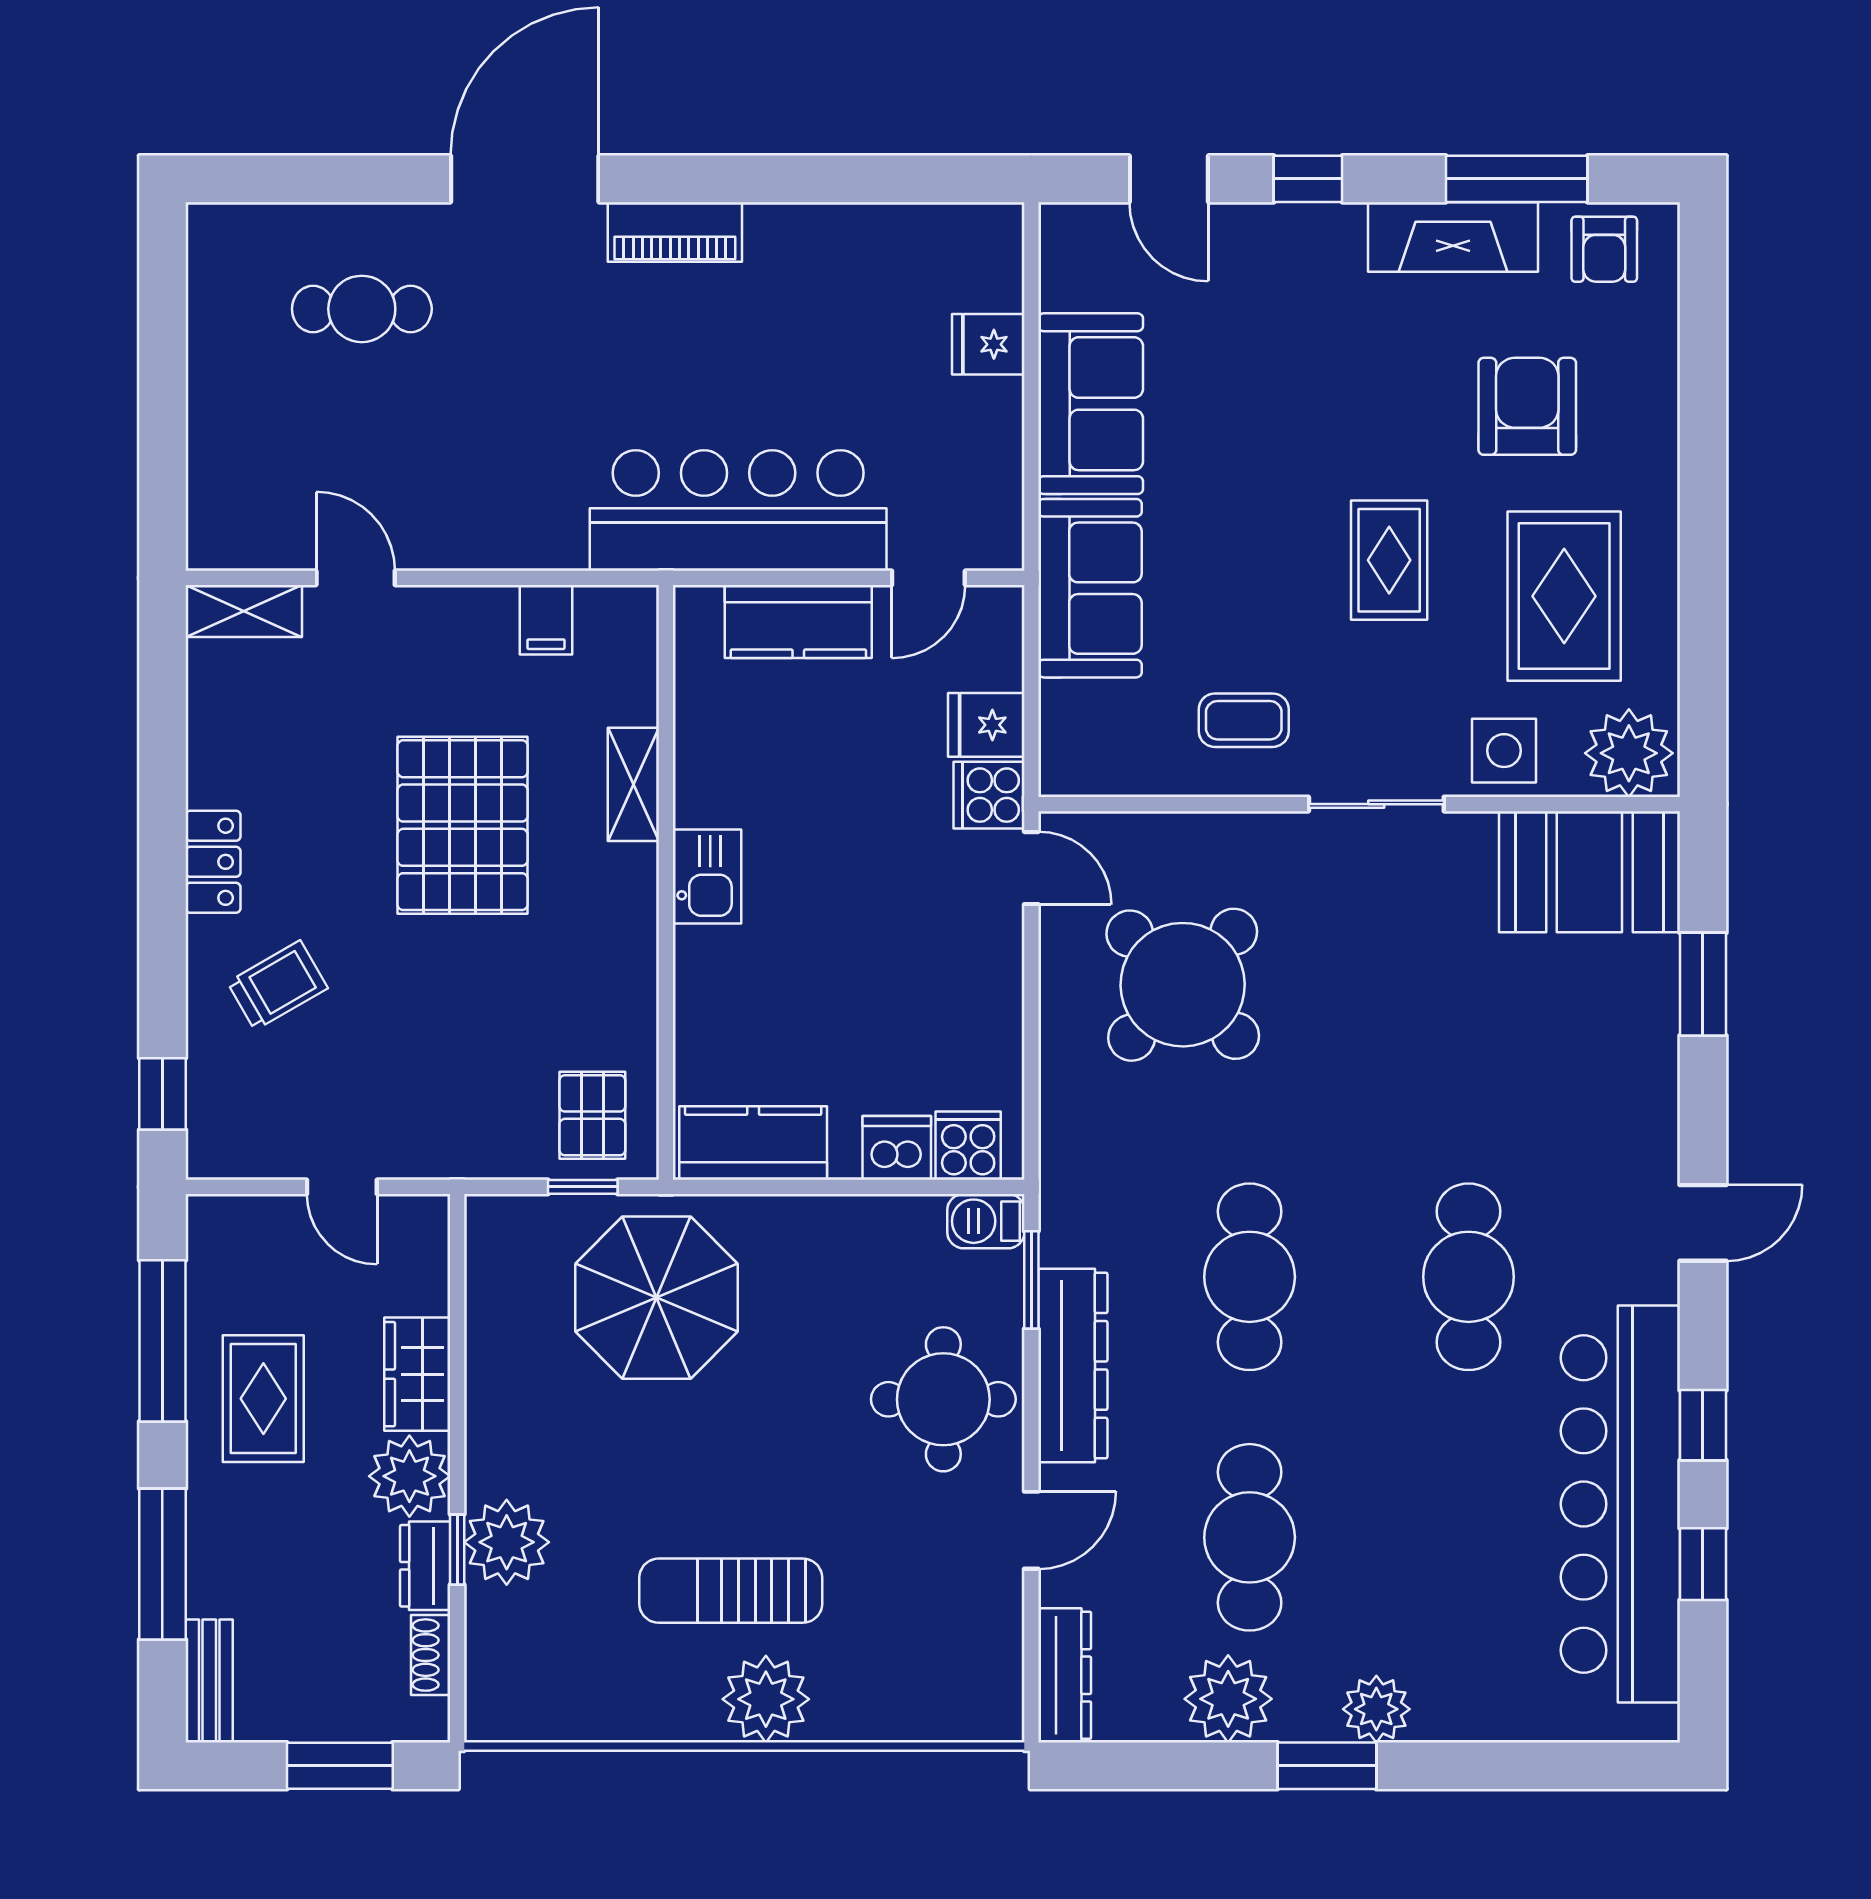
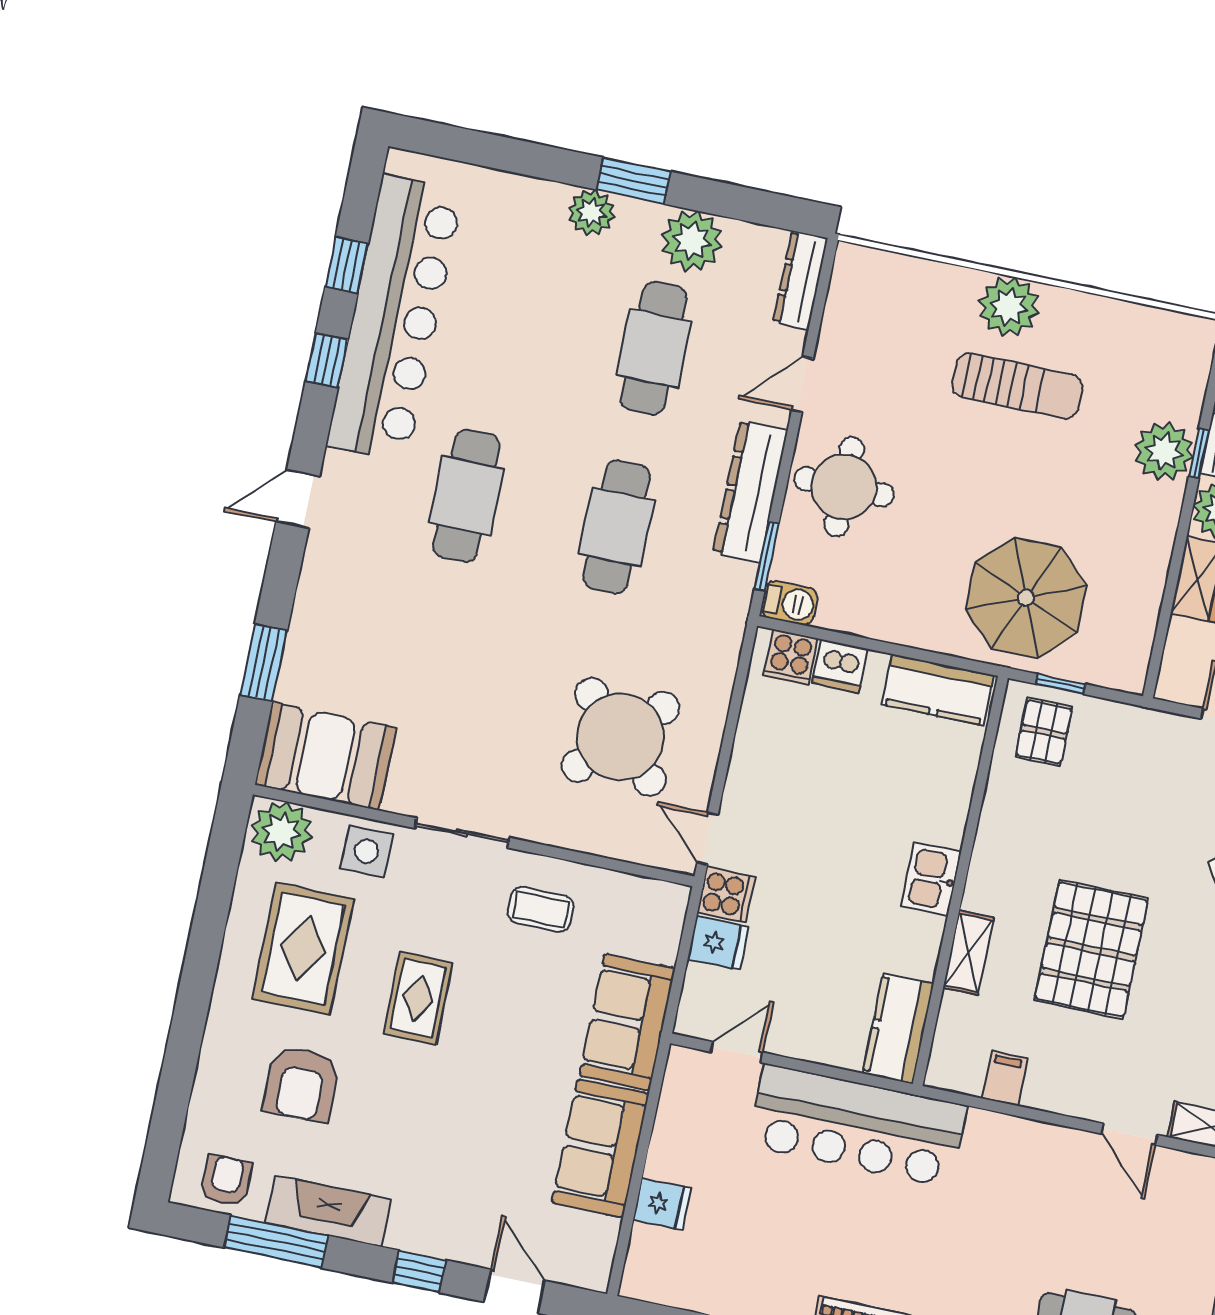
kitchen counter: (798, 622) -> (898, 1028), moved, turned -90

